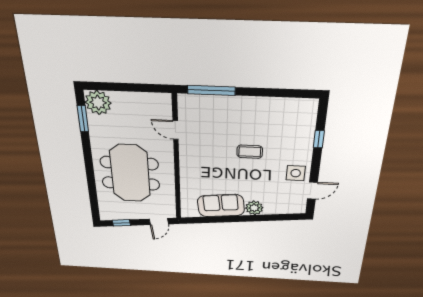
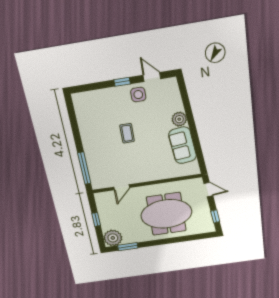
window: (130, 87) -> (96, 219), added
window: (319, 139) -> (122, 82), moved

